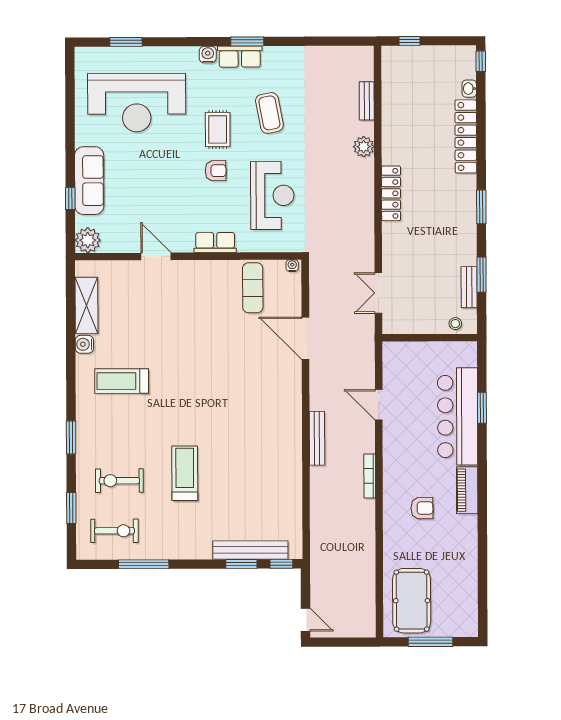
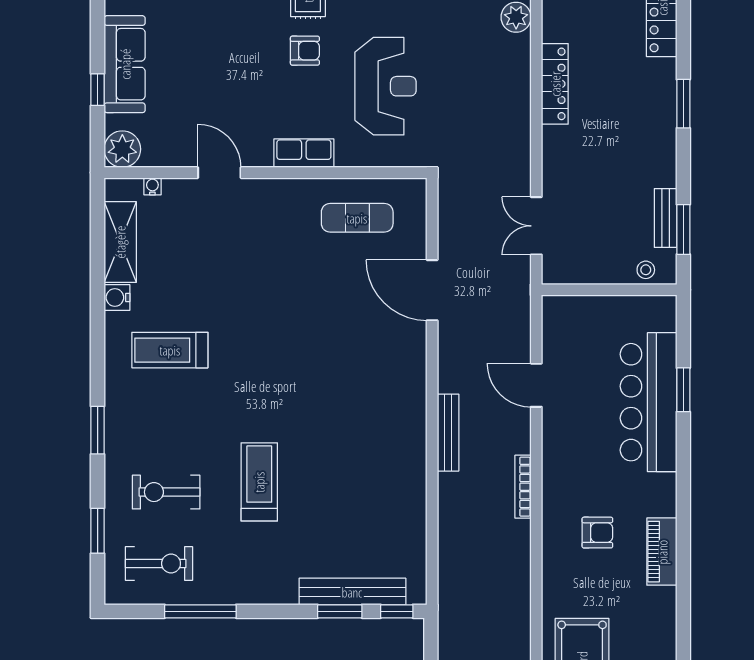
water cooler: (292, 266) -> (152, 186), moved
window: (482, 275) -> (683, 229), moved
exercise mat: (253, 288) -> (357, 218), turned 90
piano: (467, 490) -> (662, 552), moved

